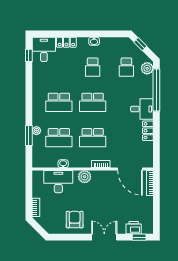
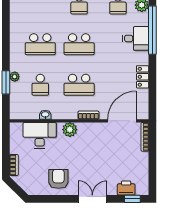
desk: (142, 109) -> (136, 38), moved
school desk: (59, 138) -> (40, 85), width x0.54
door: (130, 169) -> (122, 121), swing flipped

